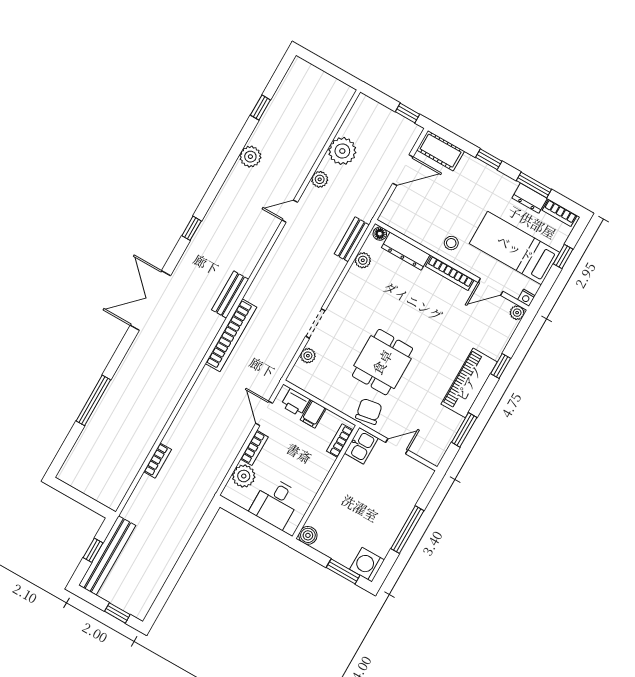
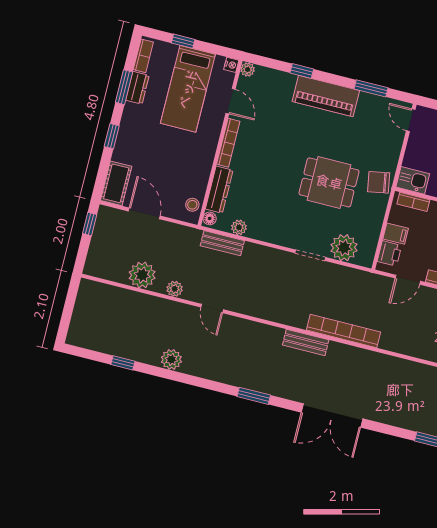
window: (192, 228) -> (254, 396), width x1.50
stool: (451, 243) -> (192, 205), moved
plant: (308, 356) -> (344, 248), width x1.88, depth x1.88
door: (397, 446) -> (411, 120), moved

